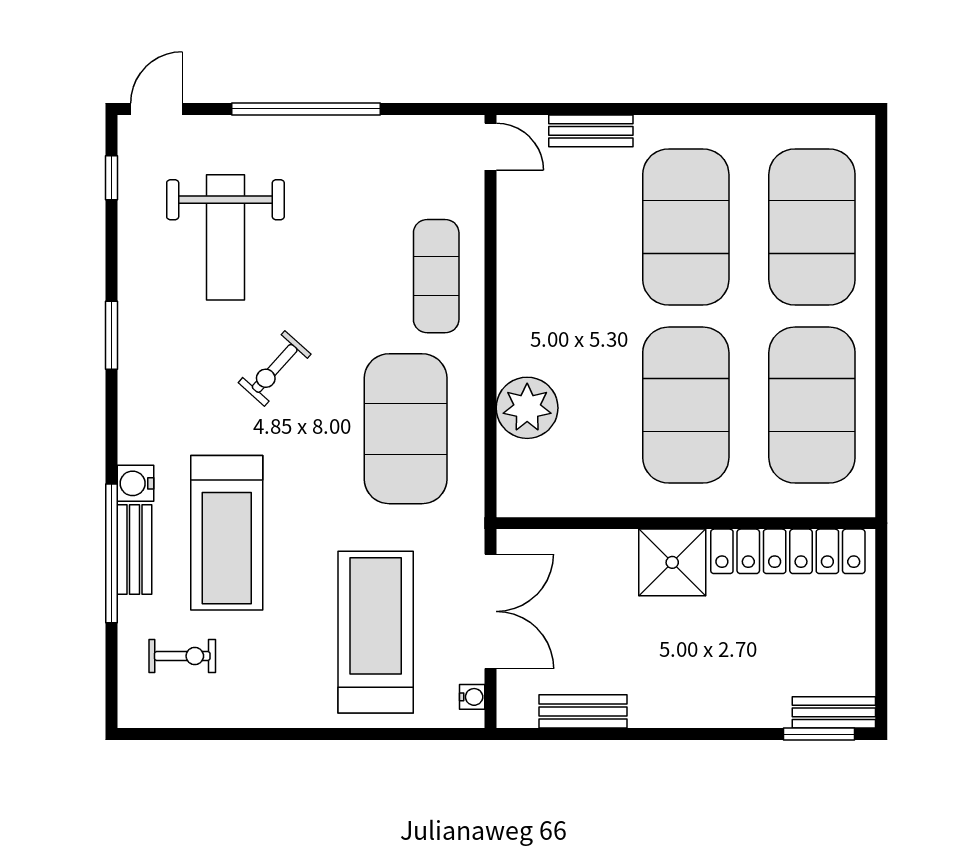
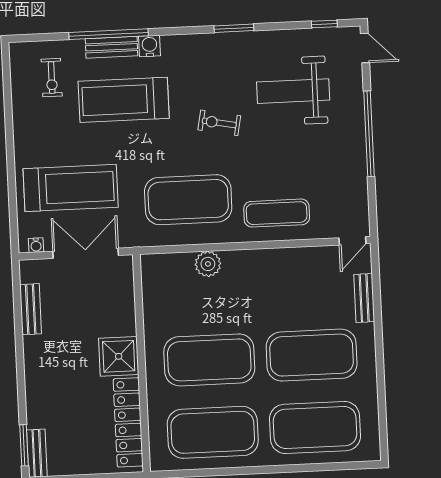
exercise bike: (275, 368) -> (219, 123), turned -31
plant: (527, 408) -> (208, 264), width x0.73, depth x0.73
double door: (490, 611) -> (86, 253), swing flipped

